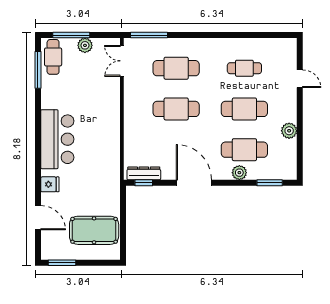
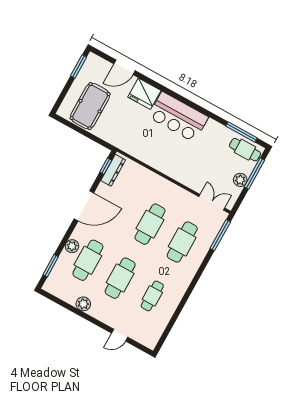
fridge: (50, 184) -> (144, 94), width x1.88, depth x1.34

